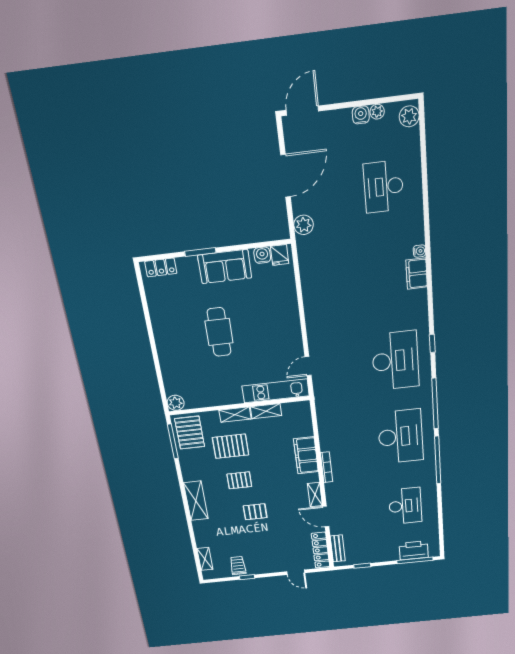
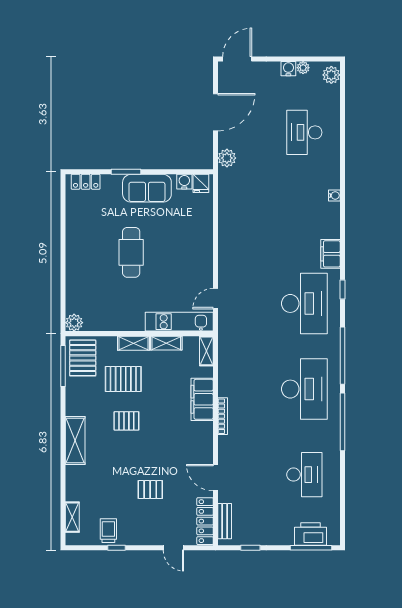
filing cabinet: (417, 274) -> (330, 254), moved
shelving: (315, 495) -> (206, 351), moved
pallet: (255, 512) -> (150, 490), moved

